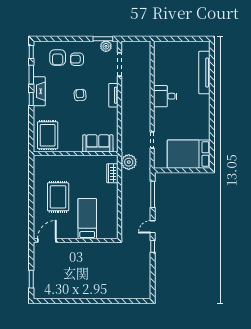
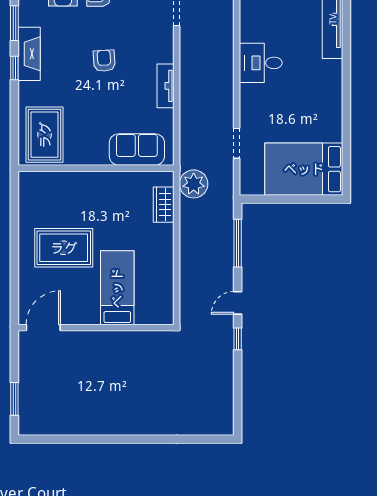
tv unit: (113, 95) -> (165, 86), moved
rug: (58, 197) -> (64, 248), turned 90

